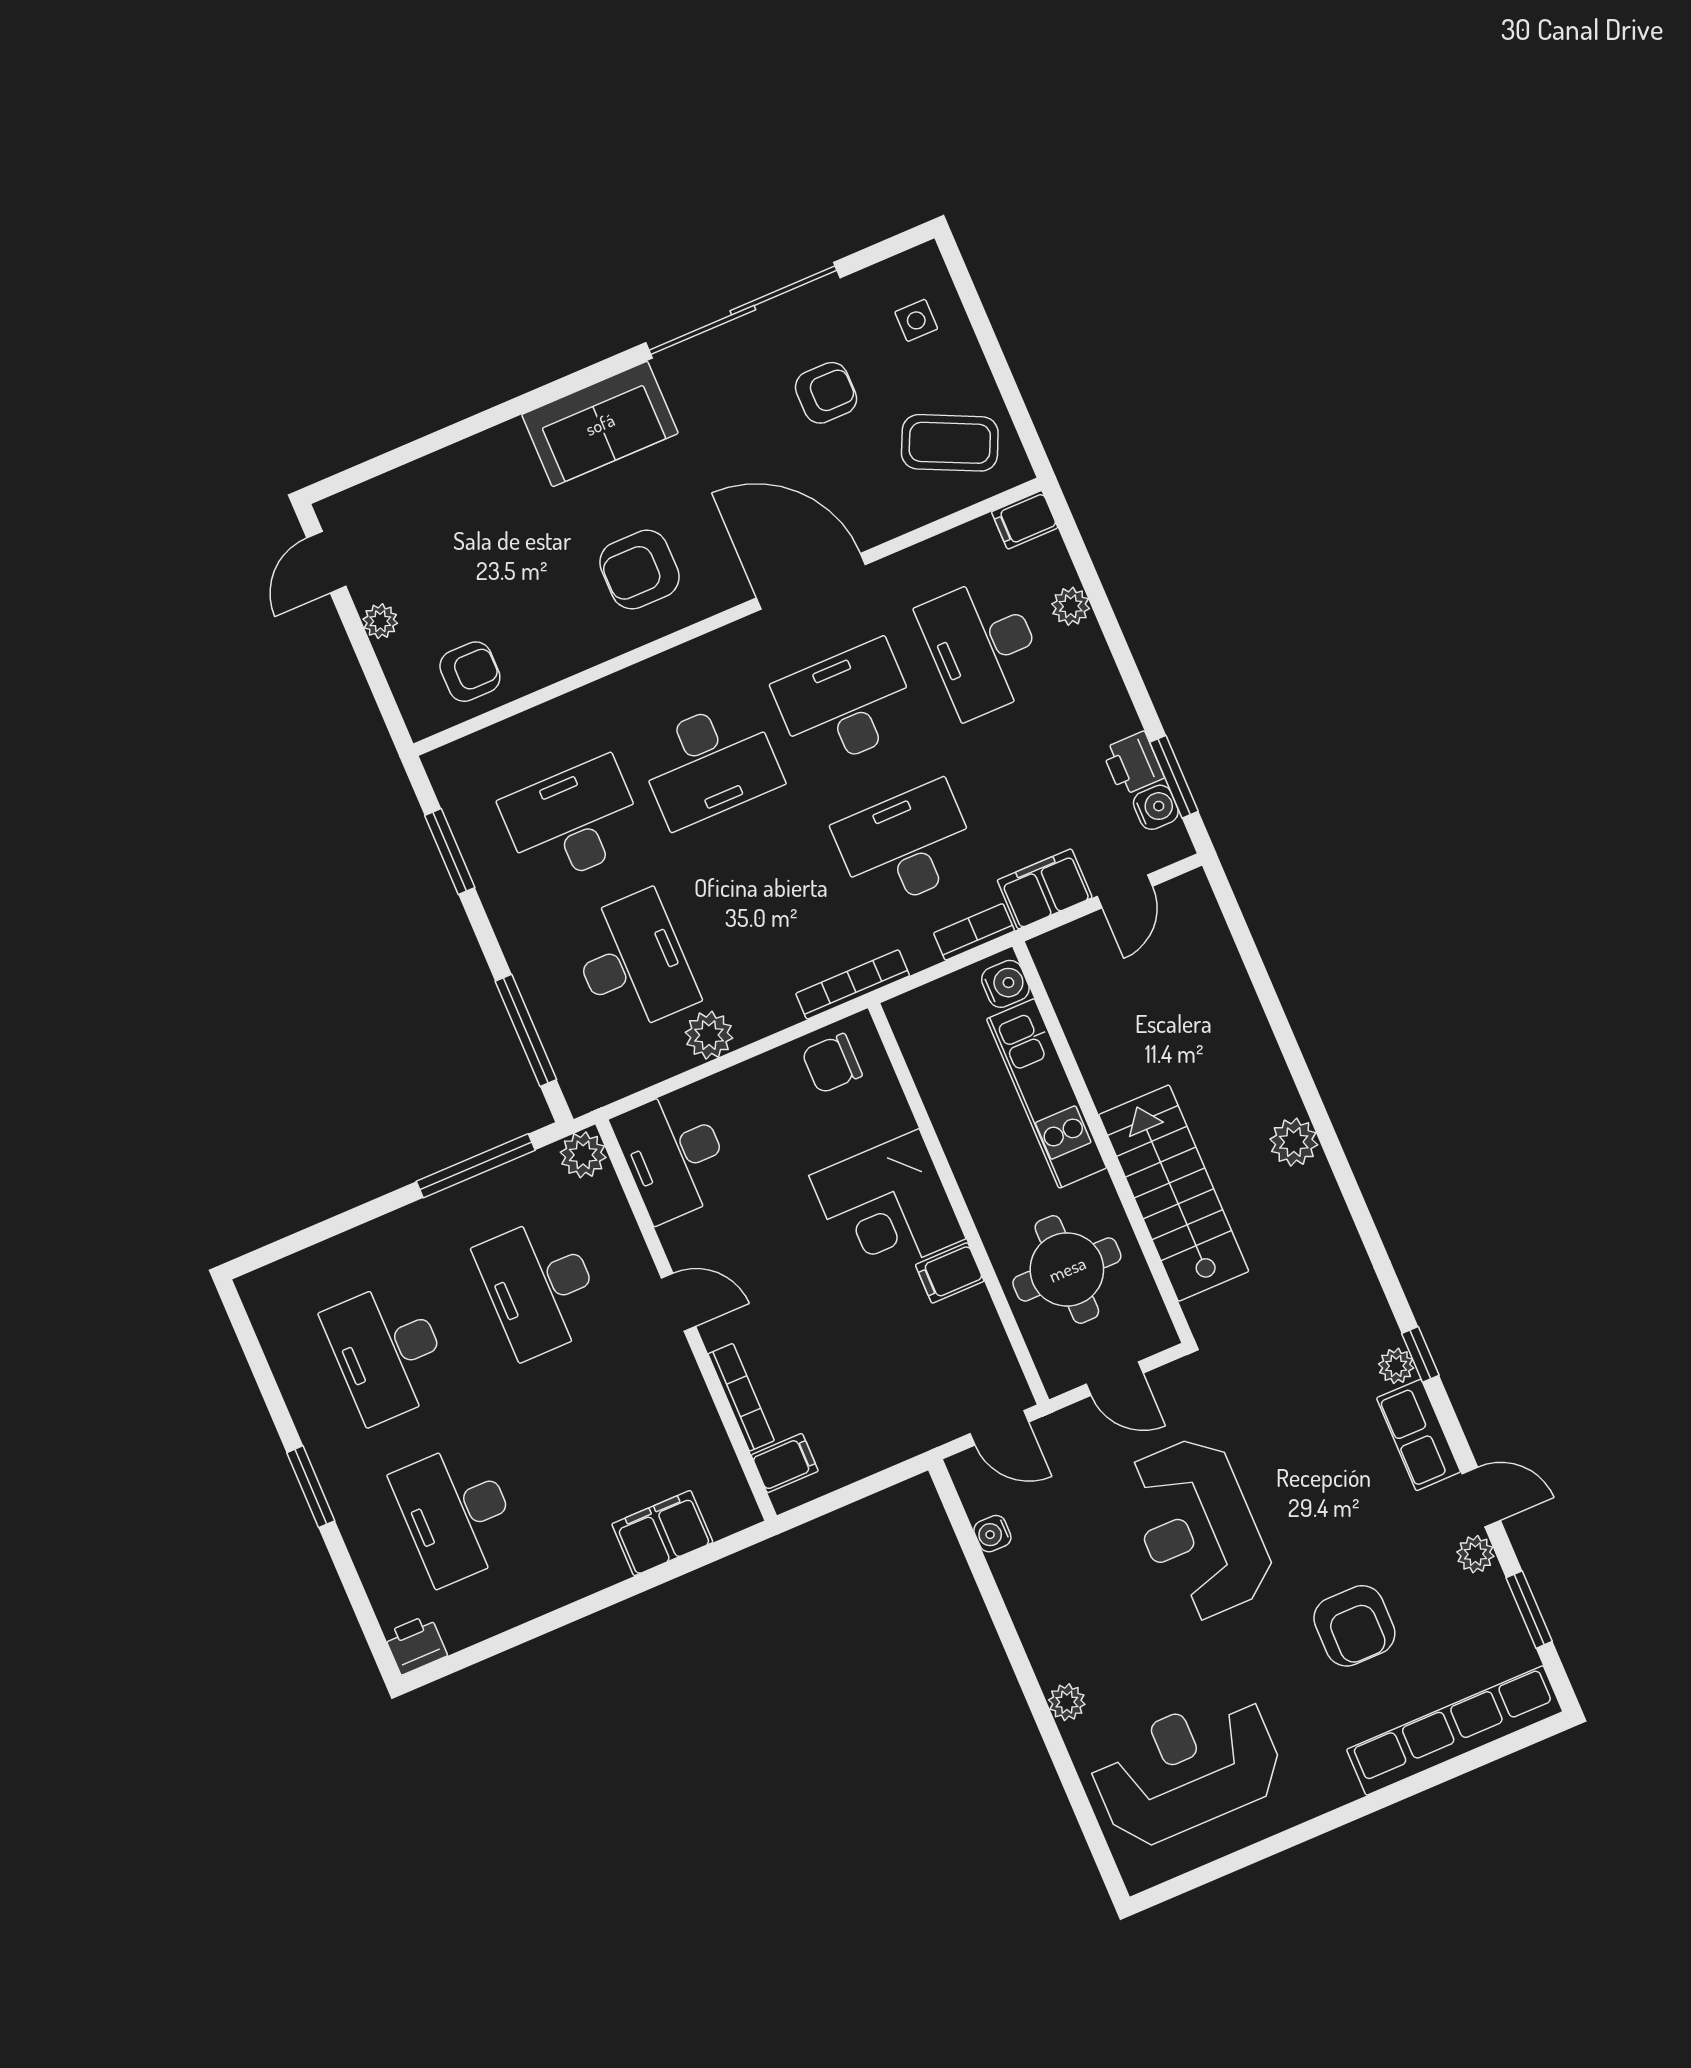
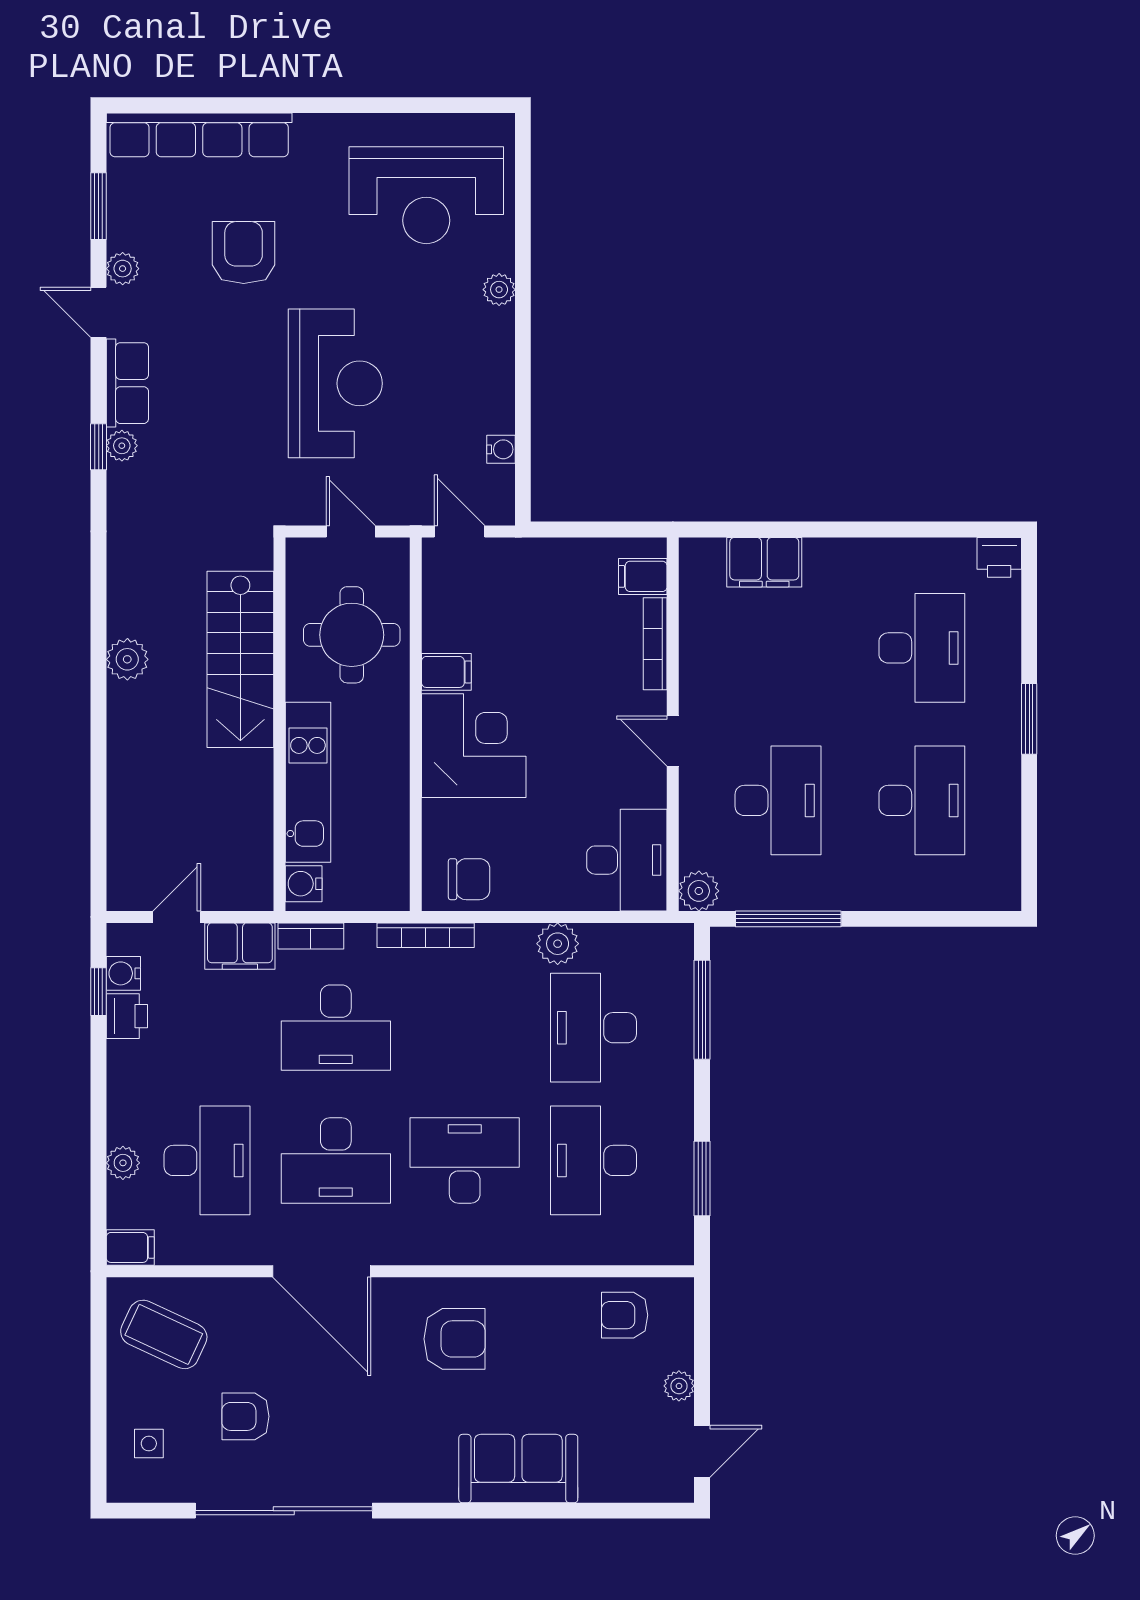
sofa: (600, 424) -> (518, 1469), moved
window: (1174, 777) -> (99, 992), width x0.67
desk: (573, 822) -> (594, 1160), turned 90

